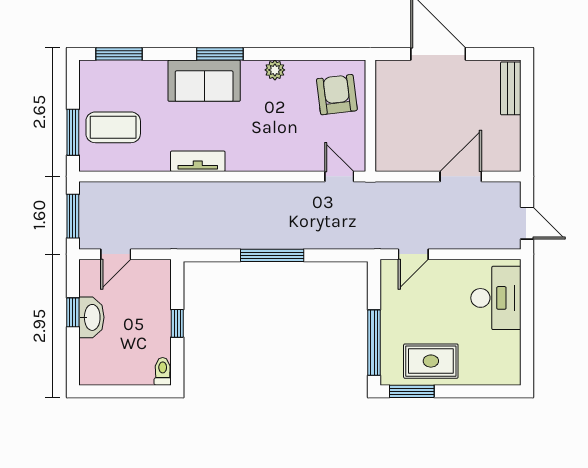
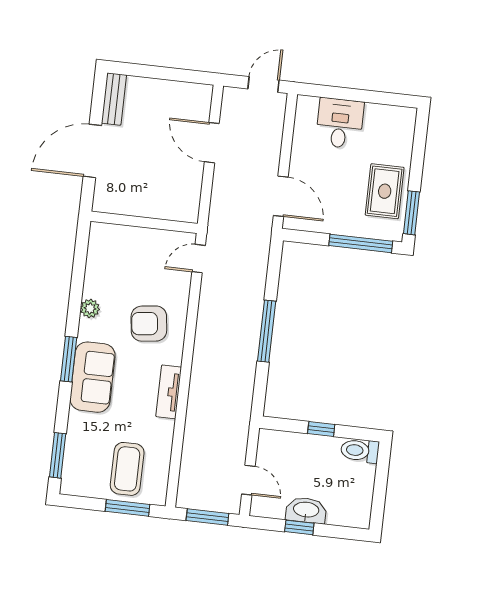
bench: (511, 88) -> (114, 99), moved, turned 90
armchair: (337, 95) -> (149, 324), moved
door: (413, 254) -> (281, 196), width x1.38
desk: (496, 298) -> (340, 123), width x0.73
toilet: (163, 371) -> (360, 451), width x1.37, depth x1.39

